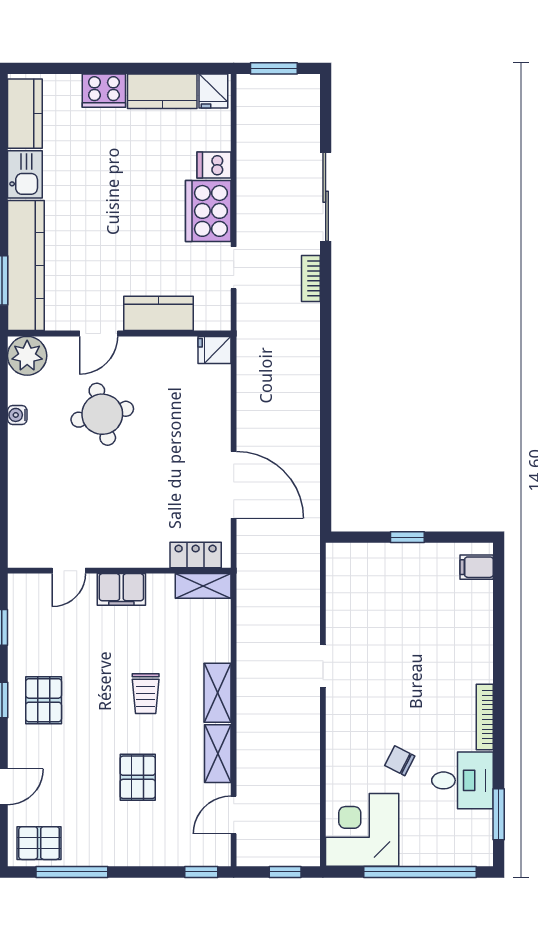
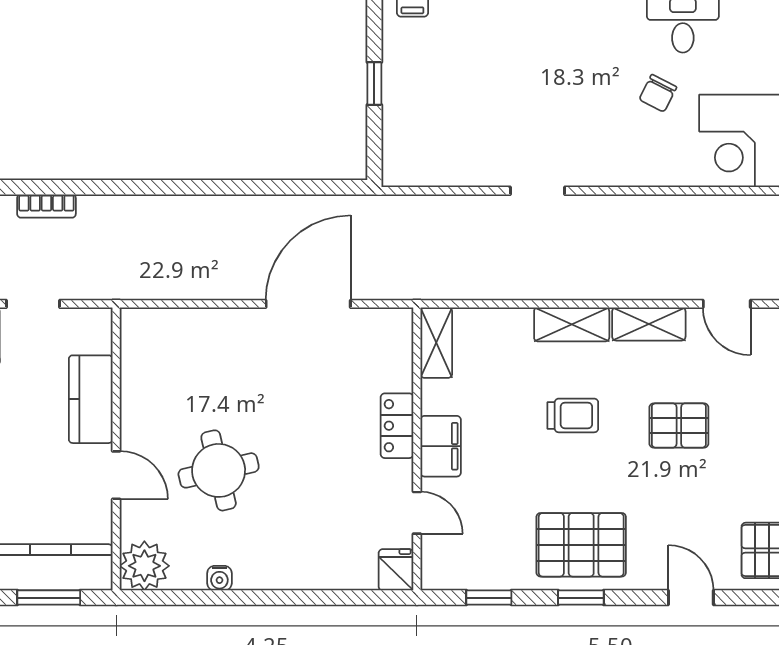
fridge: (214, 350) -> (396, 570), moved, turned 180
locker: (196, 555) -> (397, 426), moved
pallet: (44, 700) -> (581, 545), width x1.50, depth x1.42

